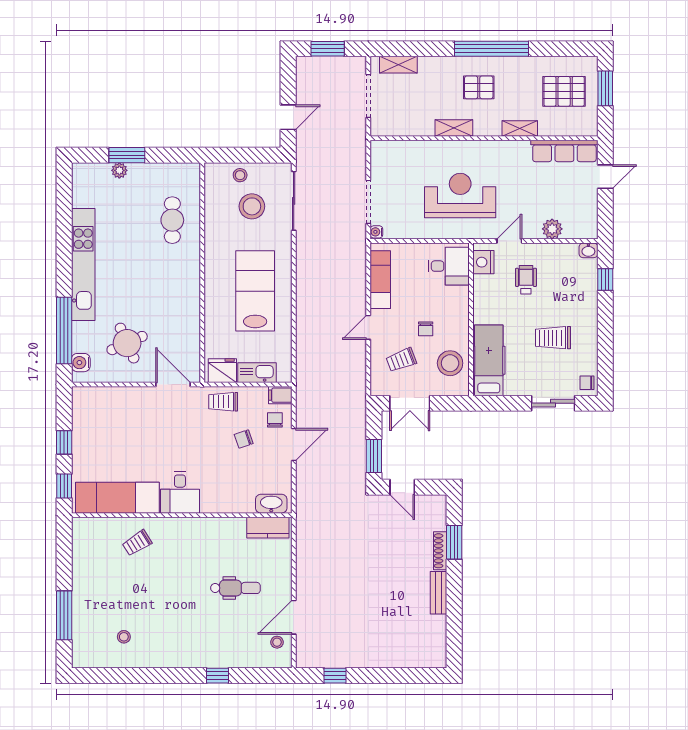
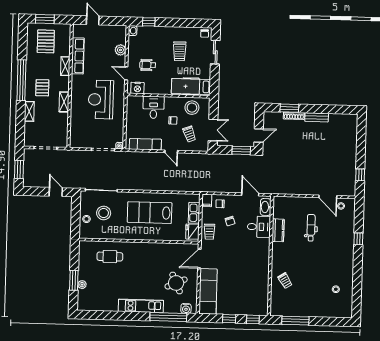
shelving: (398, 65) -> (29, 111), moved
row of seats: (564, 151) -> (78, 56), moved
kitchen unit: (83, 265) -> (141, 306), width x0.73
desk: (449, 266) -> (154, 107), moved
door: (294, 445) -> (250, 194), moved
desk: (180, 492) -> (259, 227), moved
exam couch: (117, 498) -> (208, 291), moved, turned 180
kitchen counter: (268, 528) -> (278, 230), moved
window: (64, 615) -> (295, 321), moved

